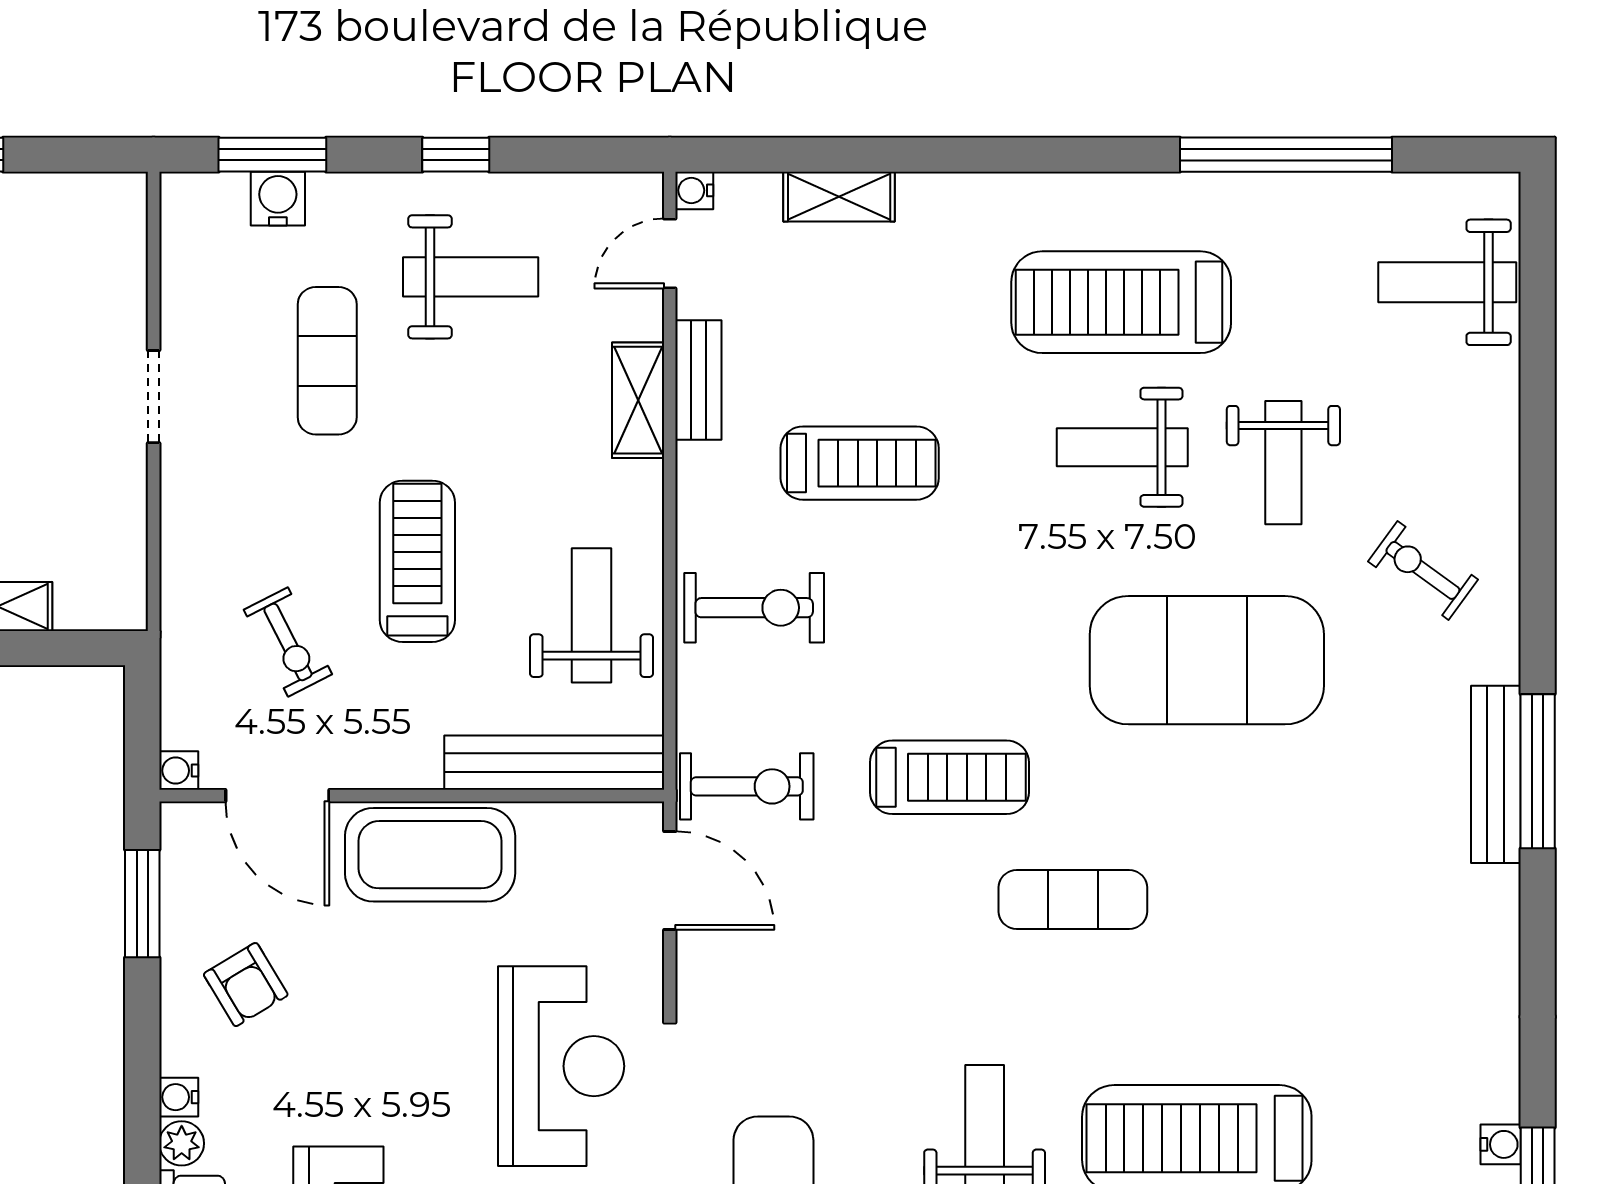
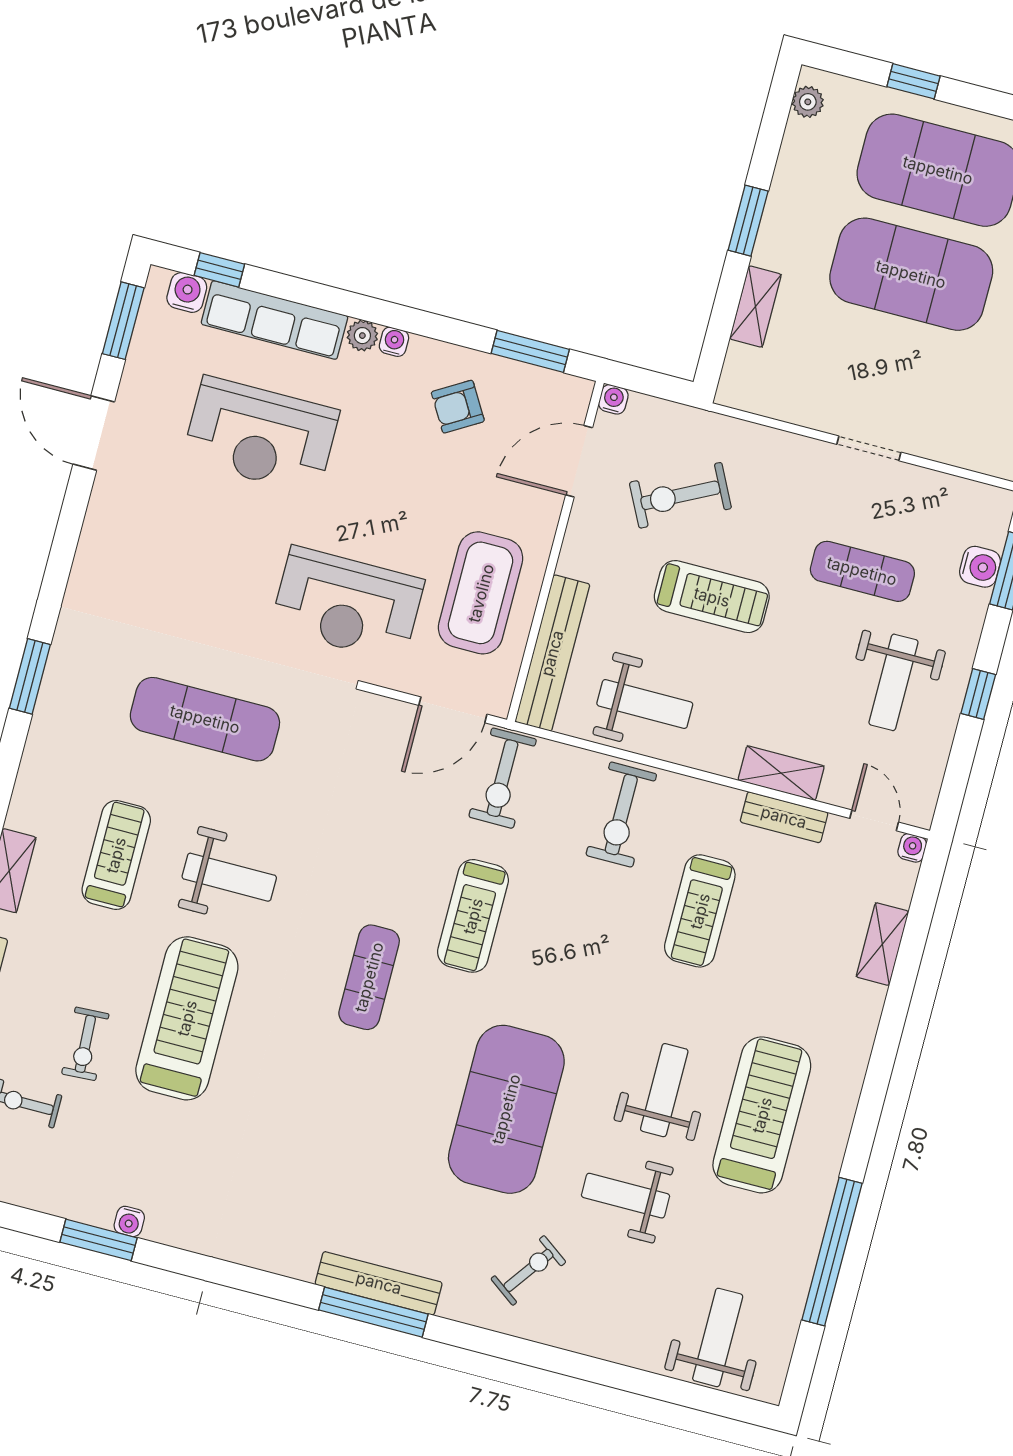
exercise bike: (288, 642) -> (680, 495), width x1.38, depth x1.39
coffee table: (430, 855) -> (481, 593), moved

